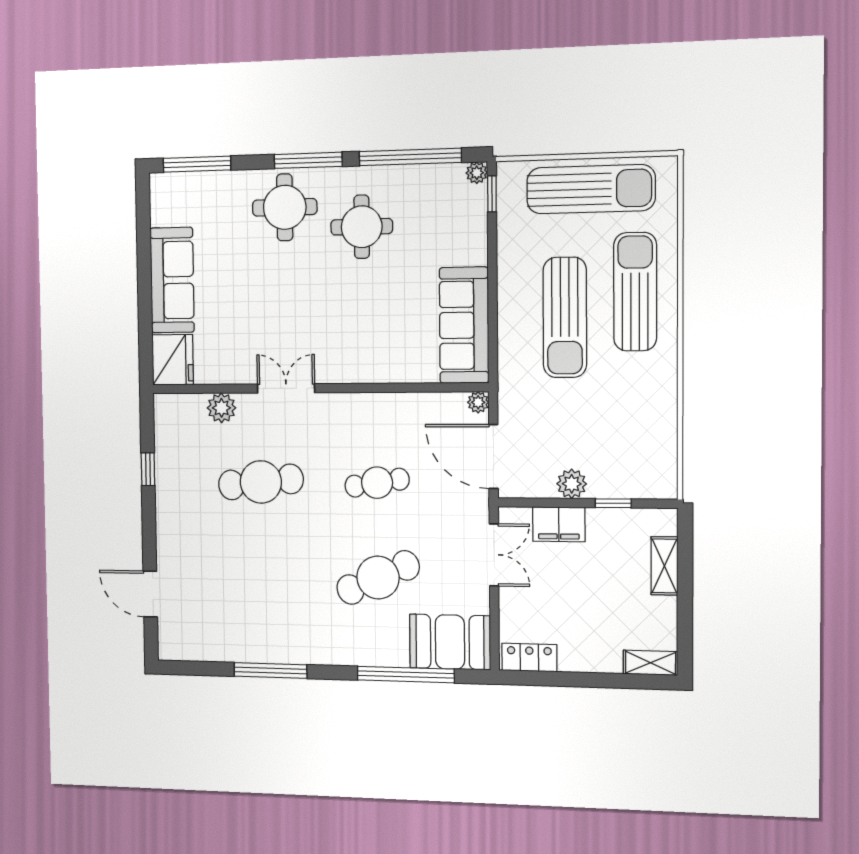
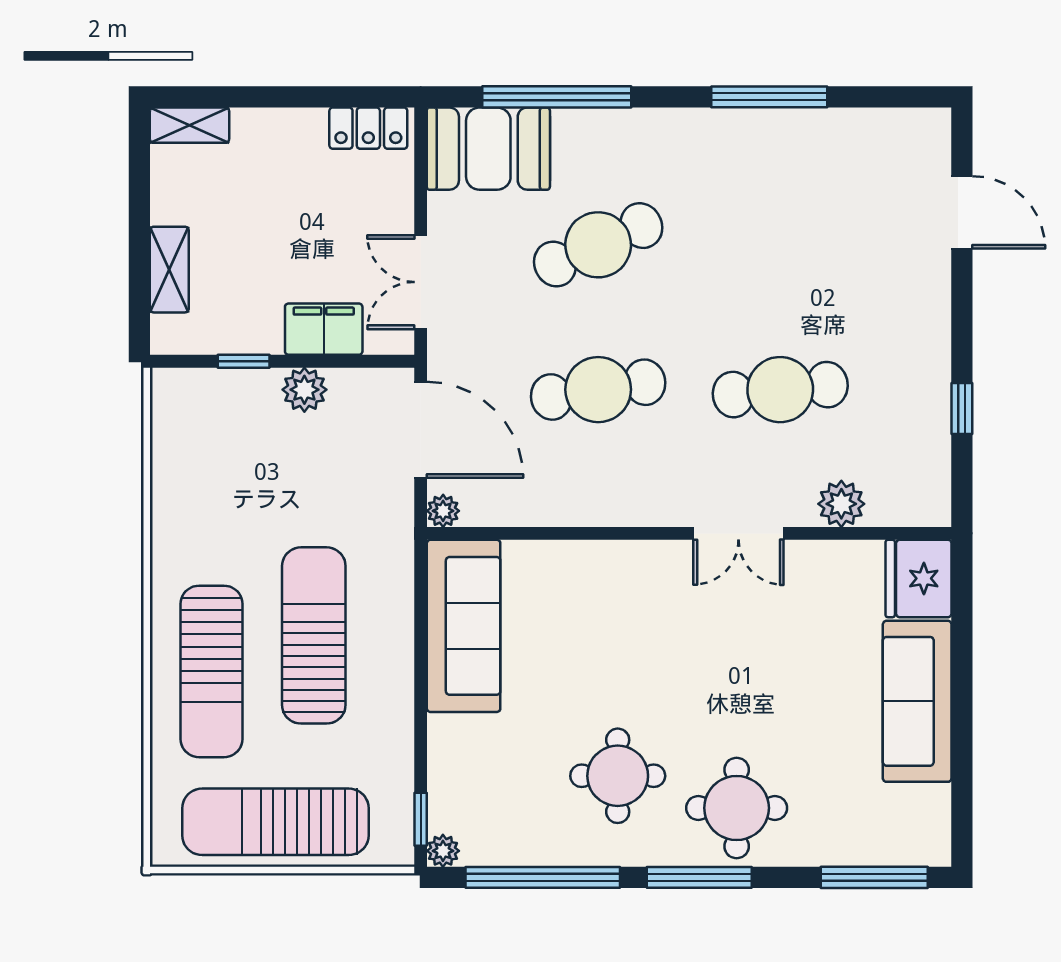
cafe table: (377, 483) -> (598, 390), width x1.37, depth x1.35

